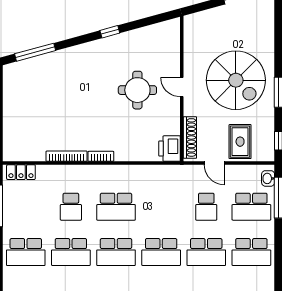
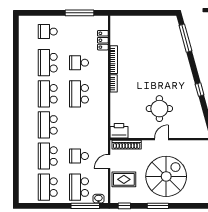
spiral stairs: (236, 80) -> (166, 176), turned 180
locker: (21, 172) -> (103, 40), moved
school desk: (26, 252) -> (48, 32), width x0.54

